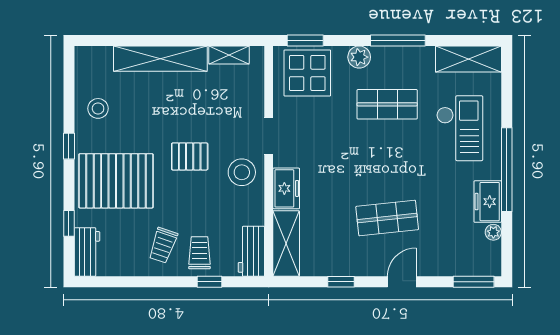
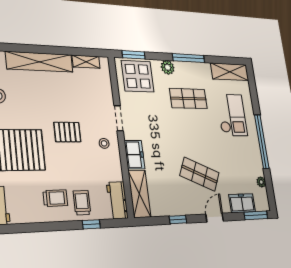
stool: (242, 172) -> (104, 143), width x0.53, depth x0.53
freezer: (488, 202) -> (242, 203), moved, turned 90
shop shelf: (387, 218) -> (200, 174), turned 30
trolley: (163, 245) -> (55, 198), turned -109

